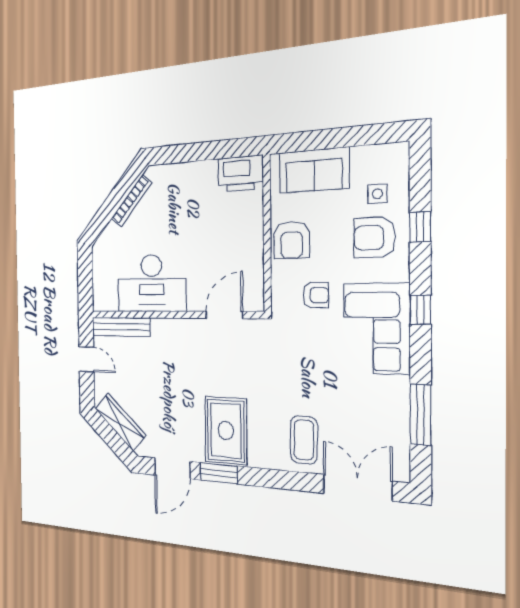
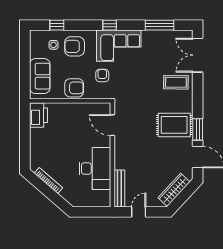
window: (420, 227) -> (57, 25), moved
armchair: (374, 238) -> (75, 46), turned 90

